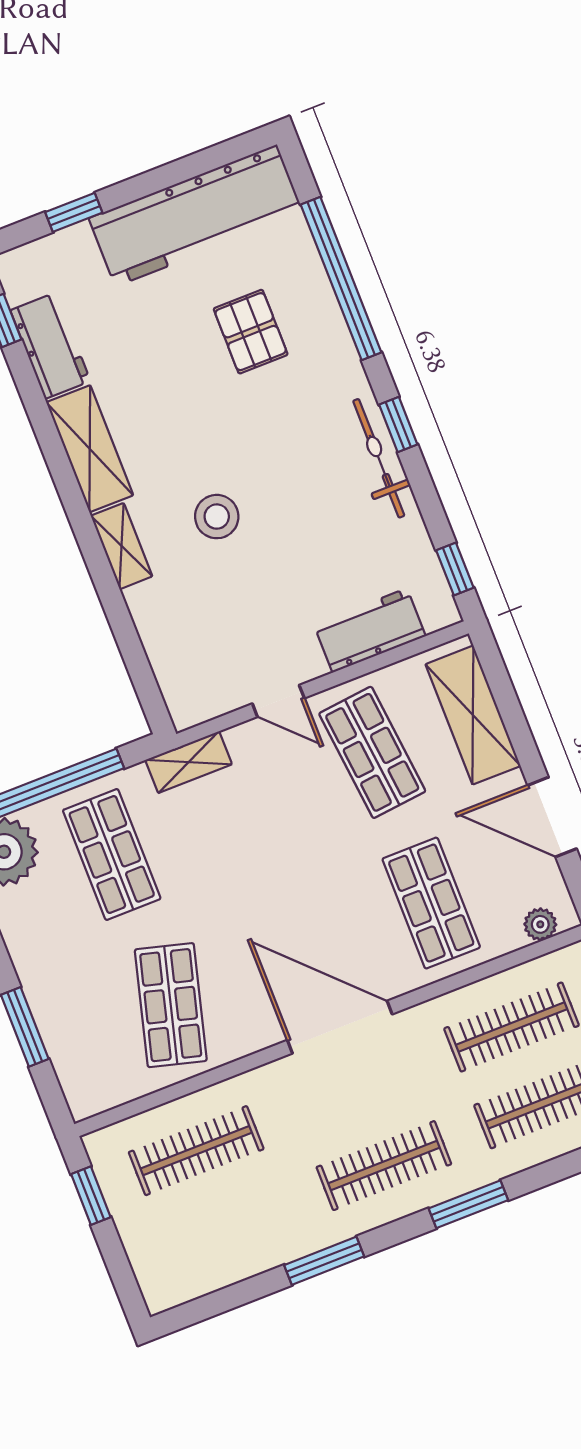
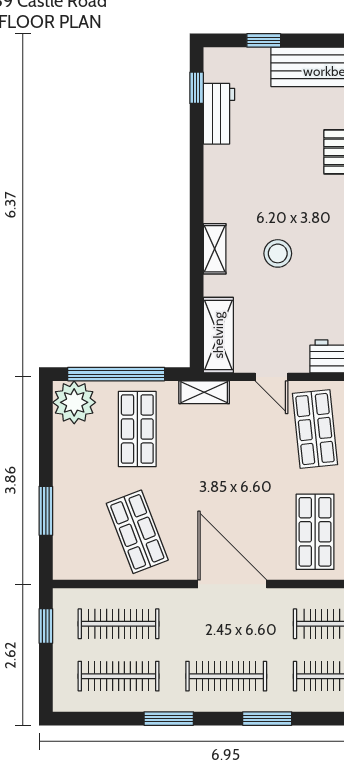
shelving: (90, 449) -> (218, 335), moved
shop shelf: (171, 1005) -> (137, 532), turned -36
clothes rail: (226, 1227) -> (119, 676), added

